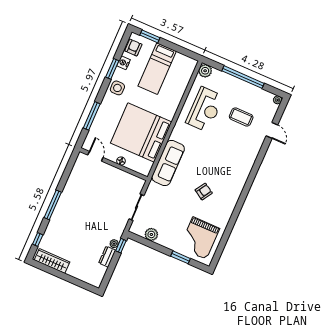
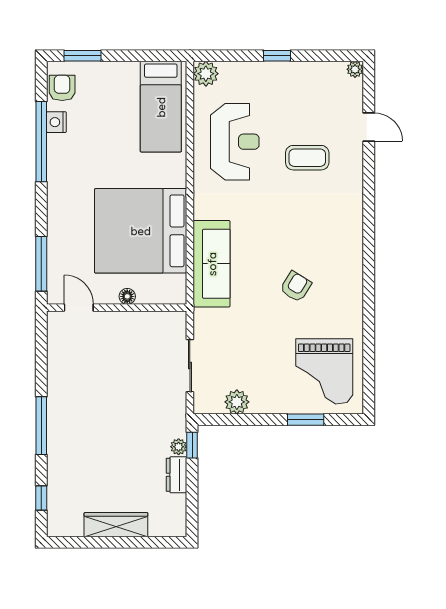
window: (112, 69) -> (41, 142), width x2.11
bed: (157, 69) -> (161, 107), moved
window: (243, 77) -> (277, 56), width x0.32
side table: (117, 88) -> (65, 171), removed
window: (92, 116) -> (41, 264), moved
coffee table: (241, 117) -> (307, 158), moved
wardrobe: (52, 261) -> (116, 525), moved

